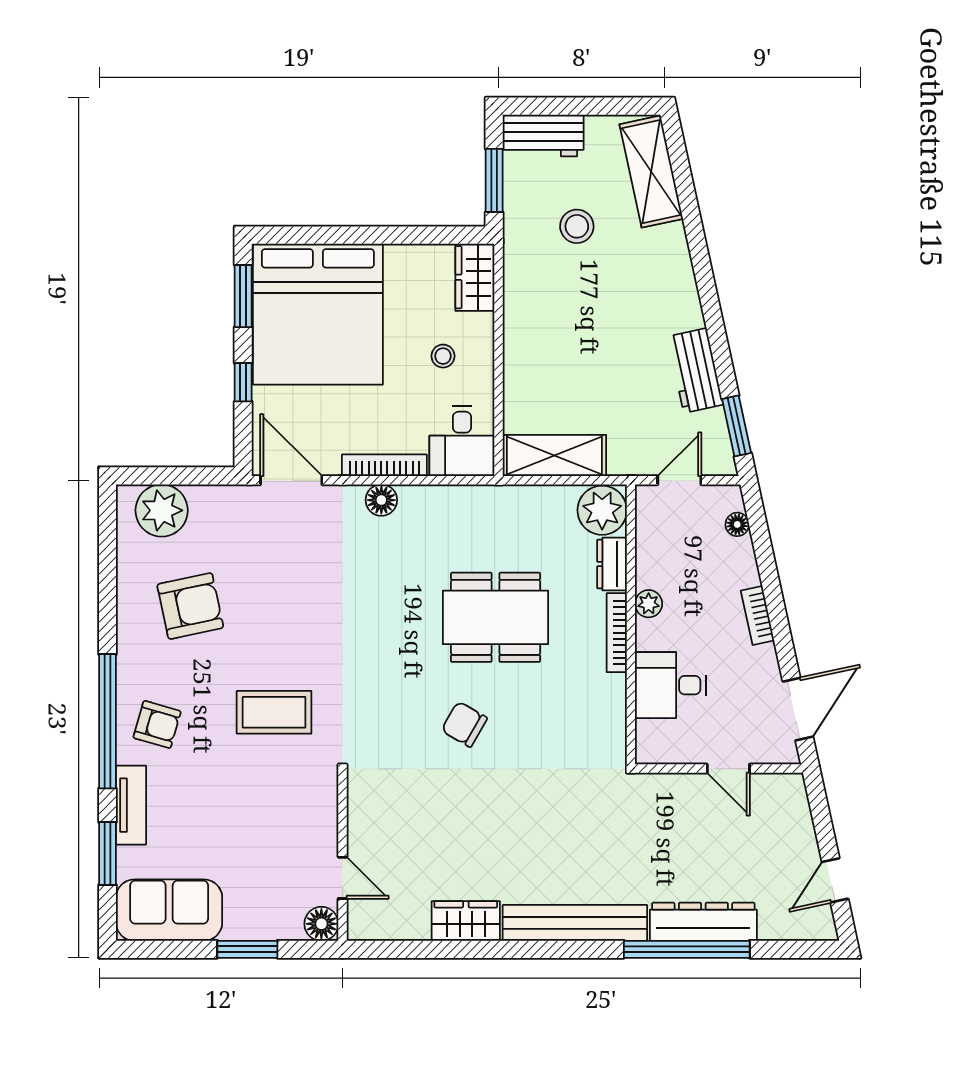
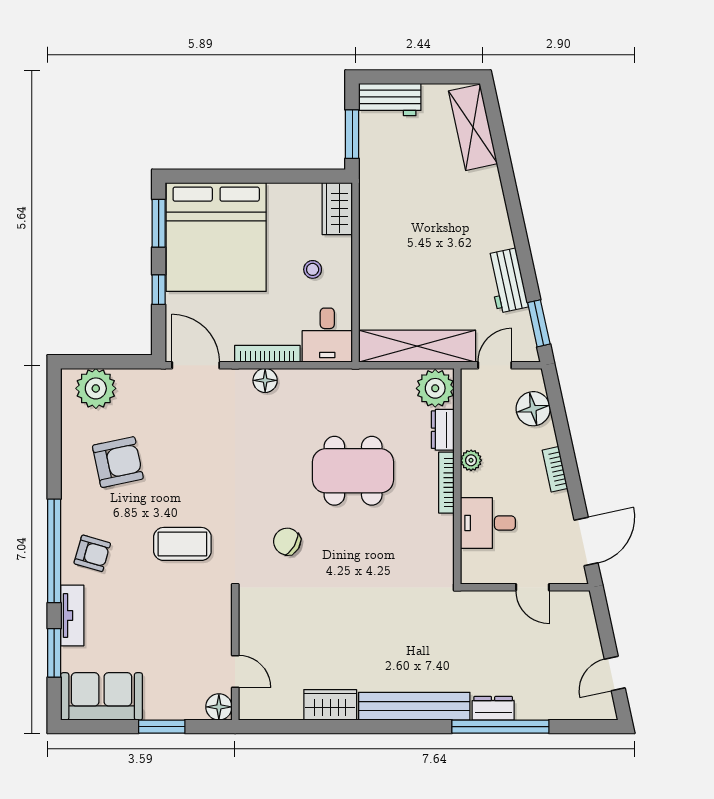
stool: (577, 226) -> (416, 169), removed
shelving: (554, 455) -> (417, 346), width x1.47
floor lamp: (737, 524) -> (533, 409), width x1.89, depth x1.89
chair: (464, 724) -> (287, 542), moved
dresser: (703, 922) -> (493, 708), width x0.51, depth x0.80

